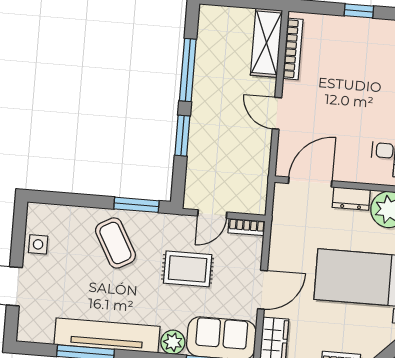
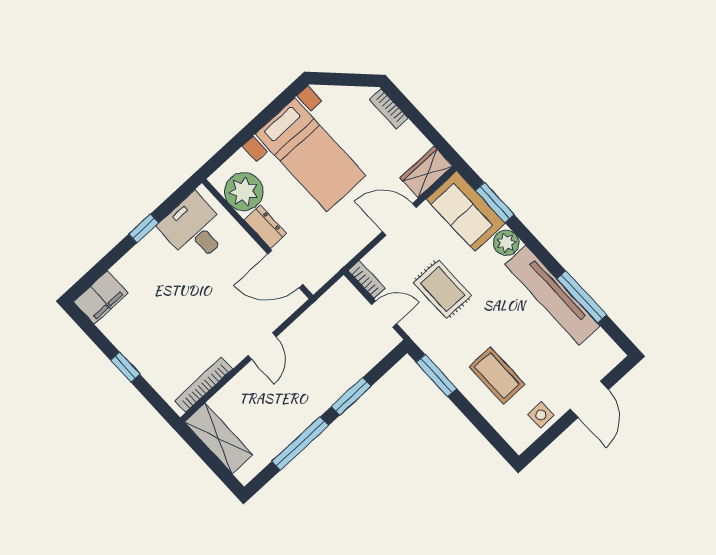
shelving: (266, 43) -> (219, 438), moved, turned 90
coffee table: (115, 243) -> (497, 376), moved, turned -61

